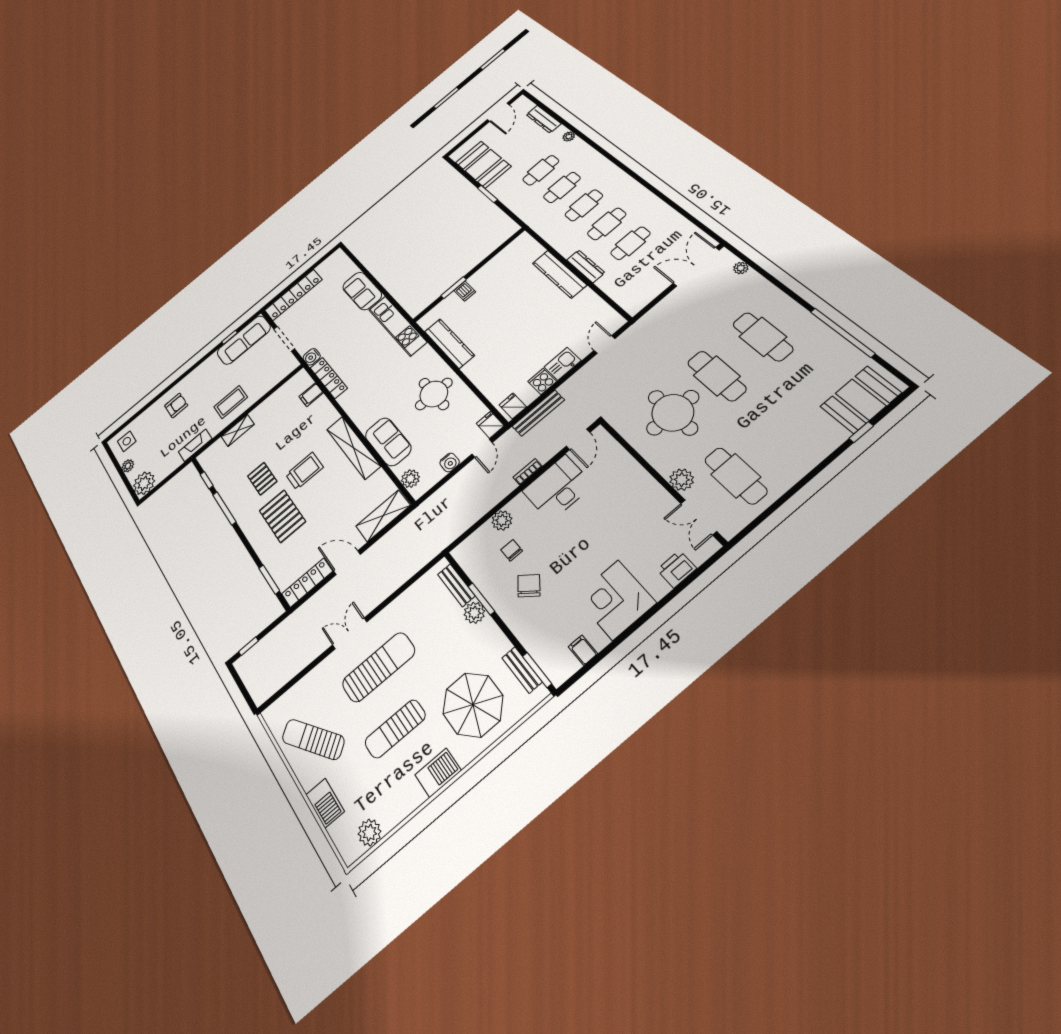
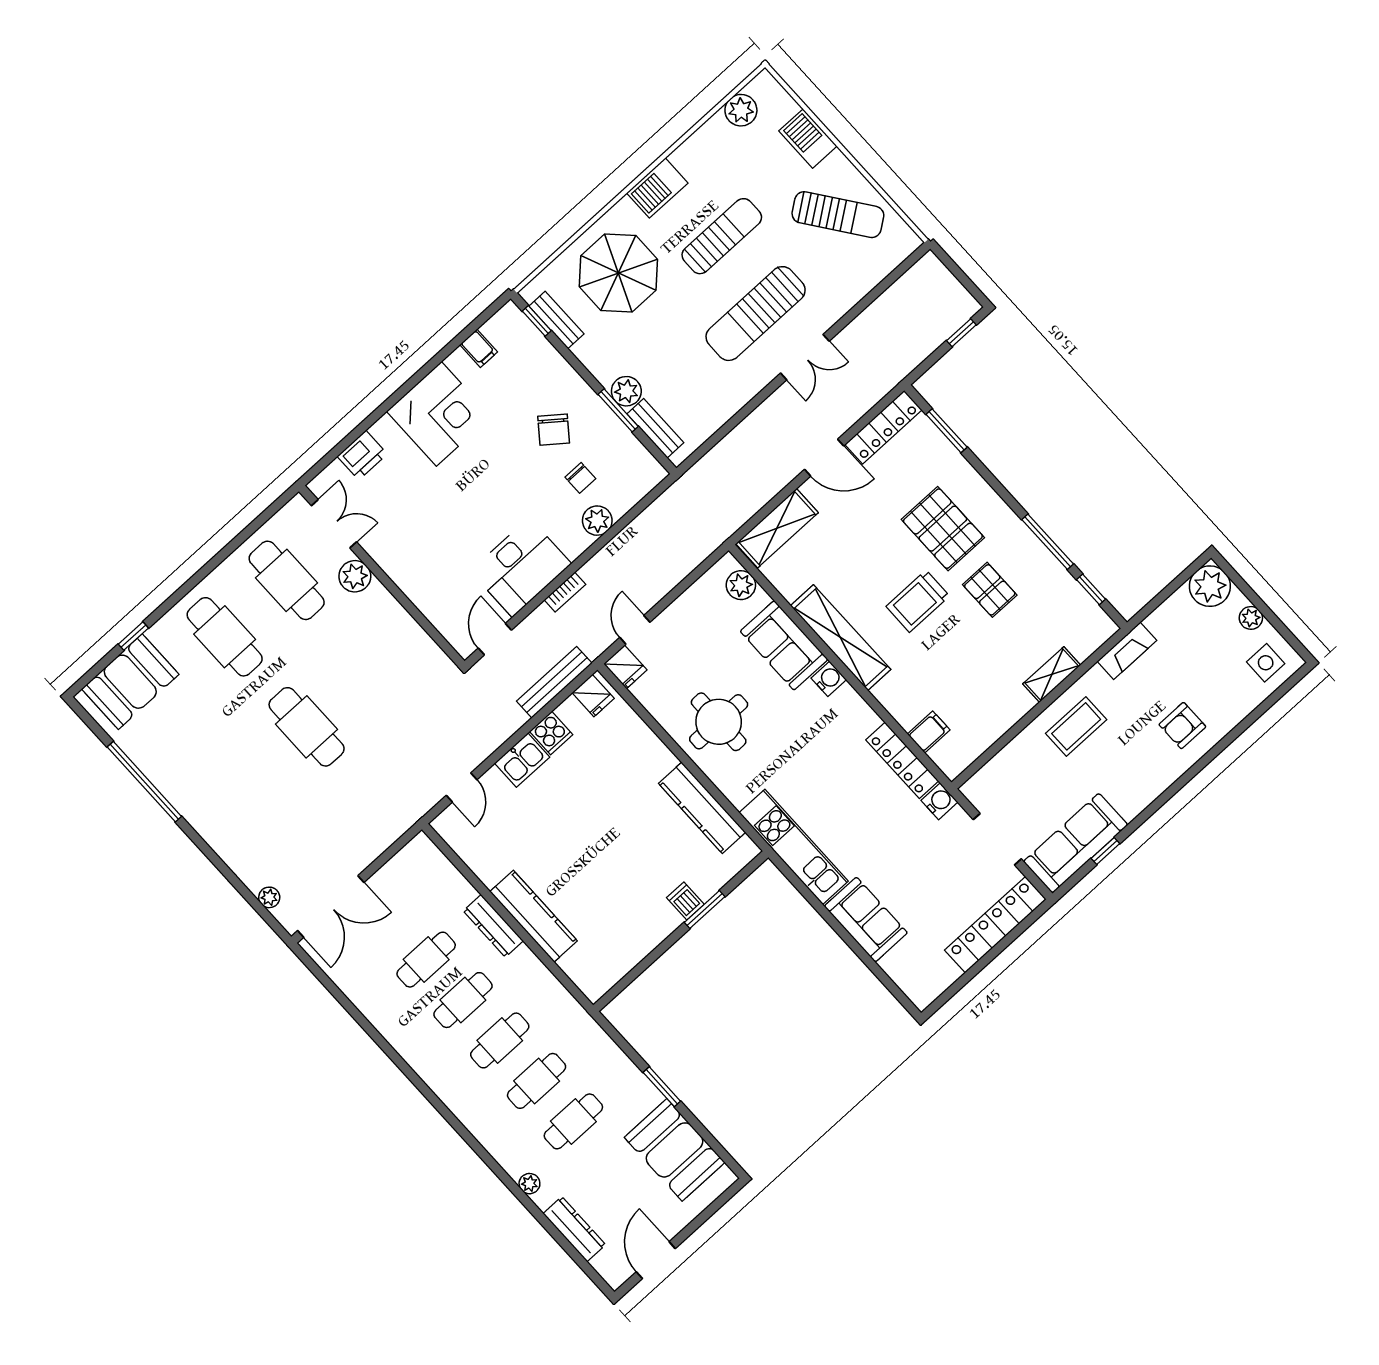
cafe table: (763, 337) -> (225, 637), moved
round table: (673, 413) -> (366, 674), removed
water cooler: (450, 462) -> (829, 679), moved, turned 90
window: (537, 670) -> (537, 321), width x0.67

